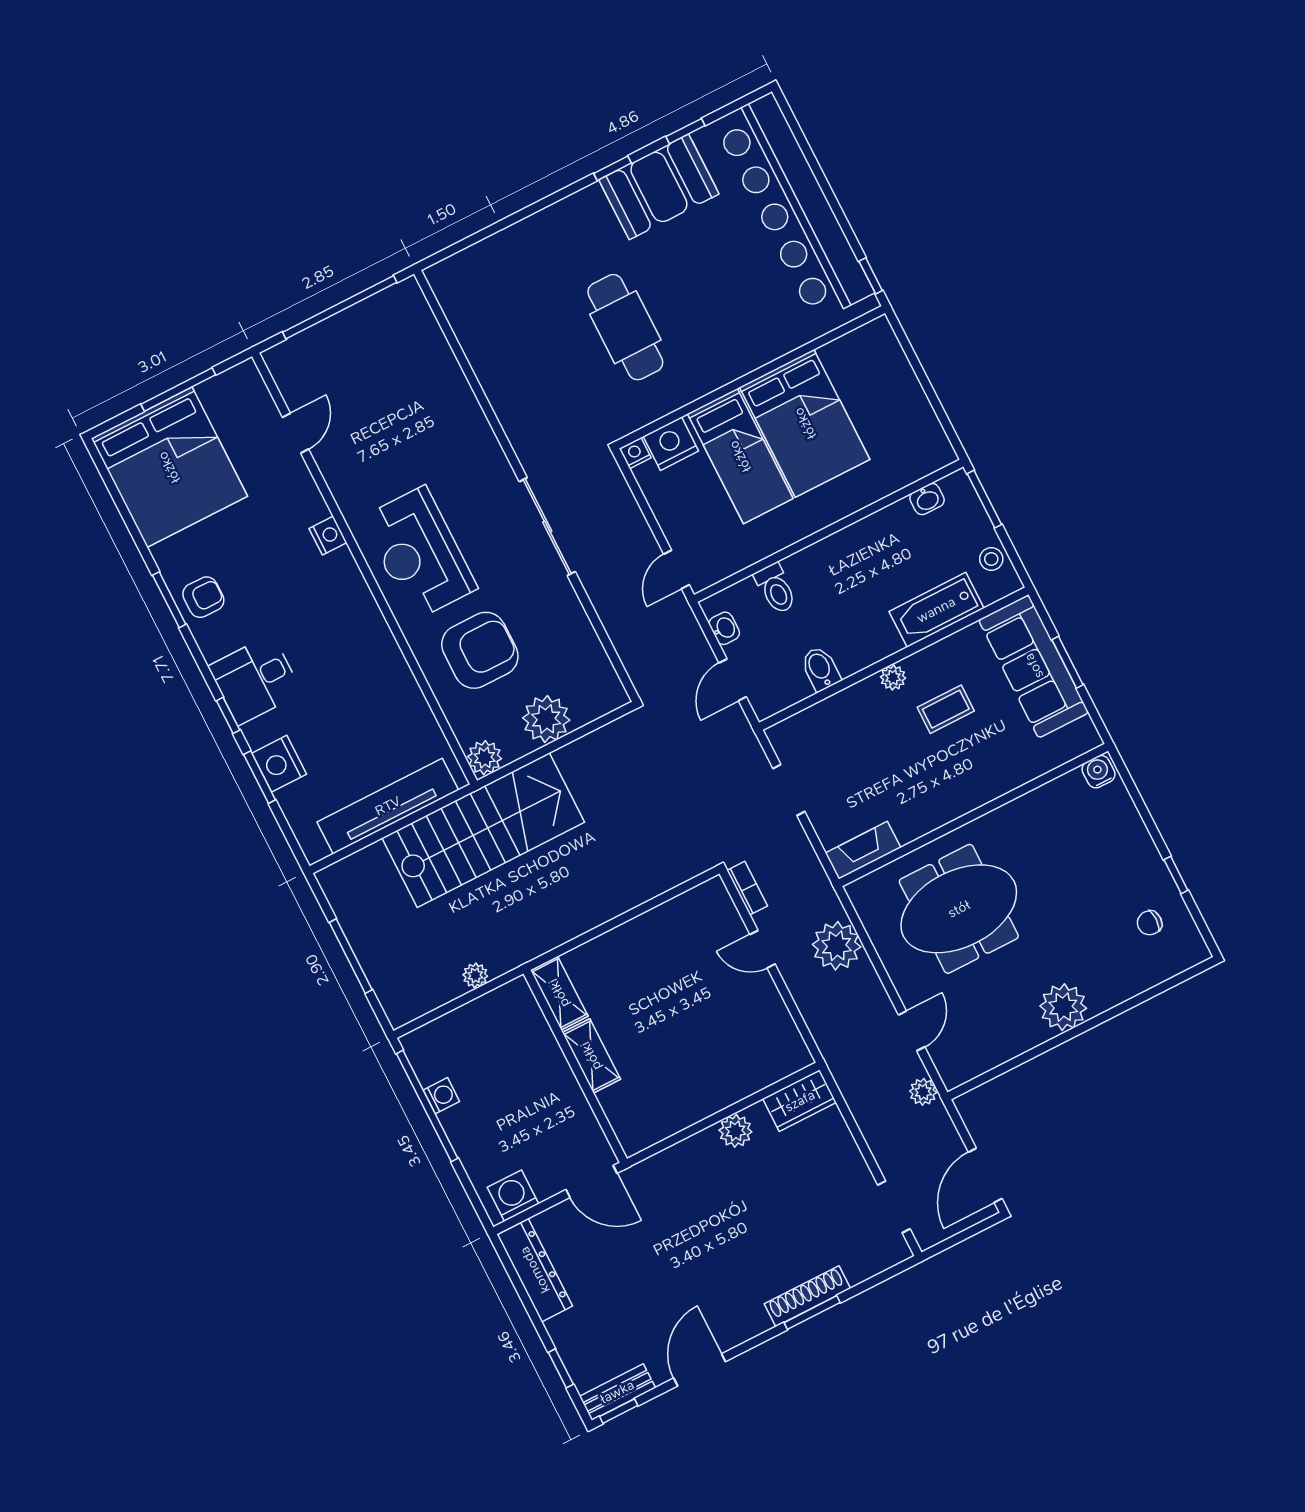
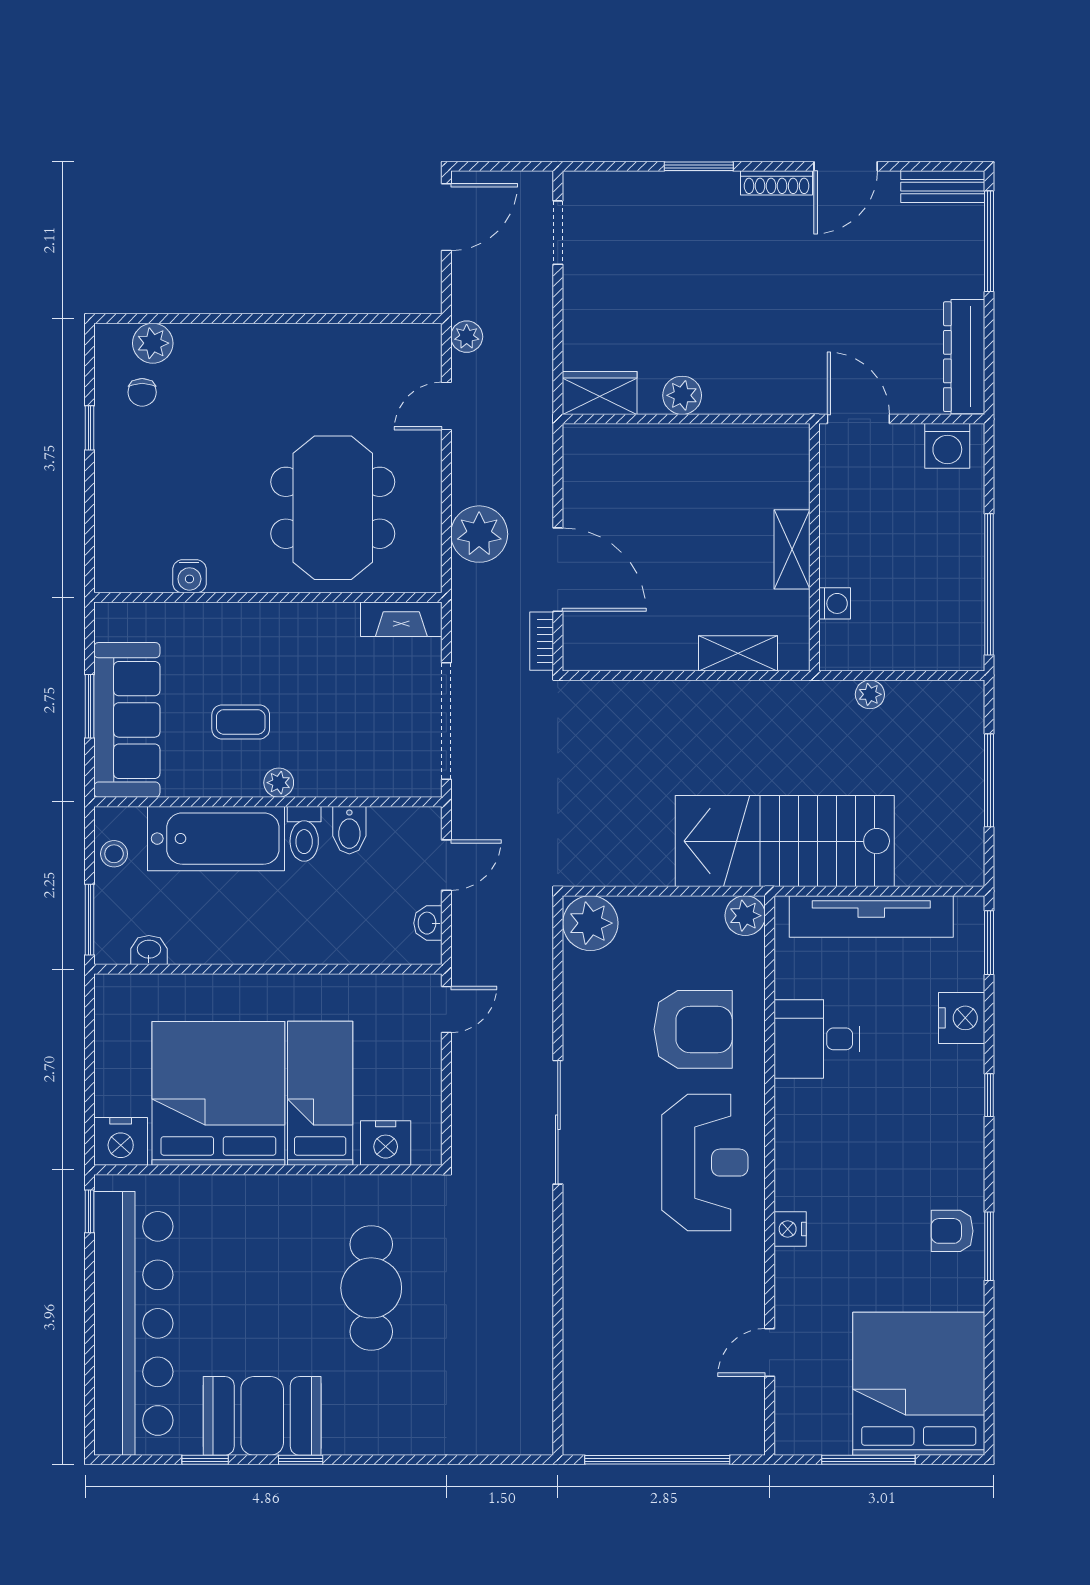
bed: (805, 423) -> (218, 1093), width x1.36
nightstand: (635, 453) -> (121, 1141), moved, width x1.89, depth x1.79
toilet: (776, 589) -> (304, 834), moved, turned 180
bathtub: (936, 610) -> (216, 839), width x1.36, depth x1.36
armchair: (480, 650) -> (693, 1029), turned 180
desk: (255, 680) -> (817, 1039), moved, turned 180
plant: (546, 719) -> (590, 923), moved
water cooler: (1098, 772) -> (189, 576), moved
window: (260, 777) -> (989, 943), moved
doorway: (789, 790) -> (446, 721), width x1.87
meeting table: (959, 909) -> (333, 508), turned 90
chair: (1150, 923) -> (142, 392), turned 90
door: (763, 949) -> (558, 570), width x1.87
shelving: (559, 993) -> (738, 653), moved, turned 90
plant: (1063, 1007) -> (153, 343), moved, width x0.73, depth x0.73
washing machine: (441, 1096) -> (835, 603), moved, turned 180
shoe rack: (807, 1296) -> (777, 183), moved, width x0.74, depth x0.81
window: (561, 1368) -> (989, 241), width x2.17
window: (619, 1411) -> (952, 166), removed

